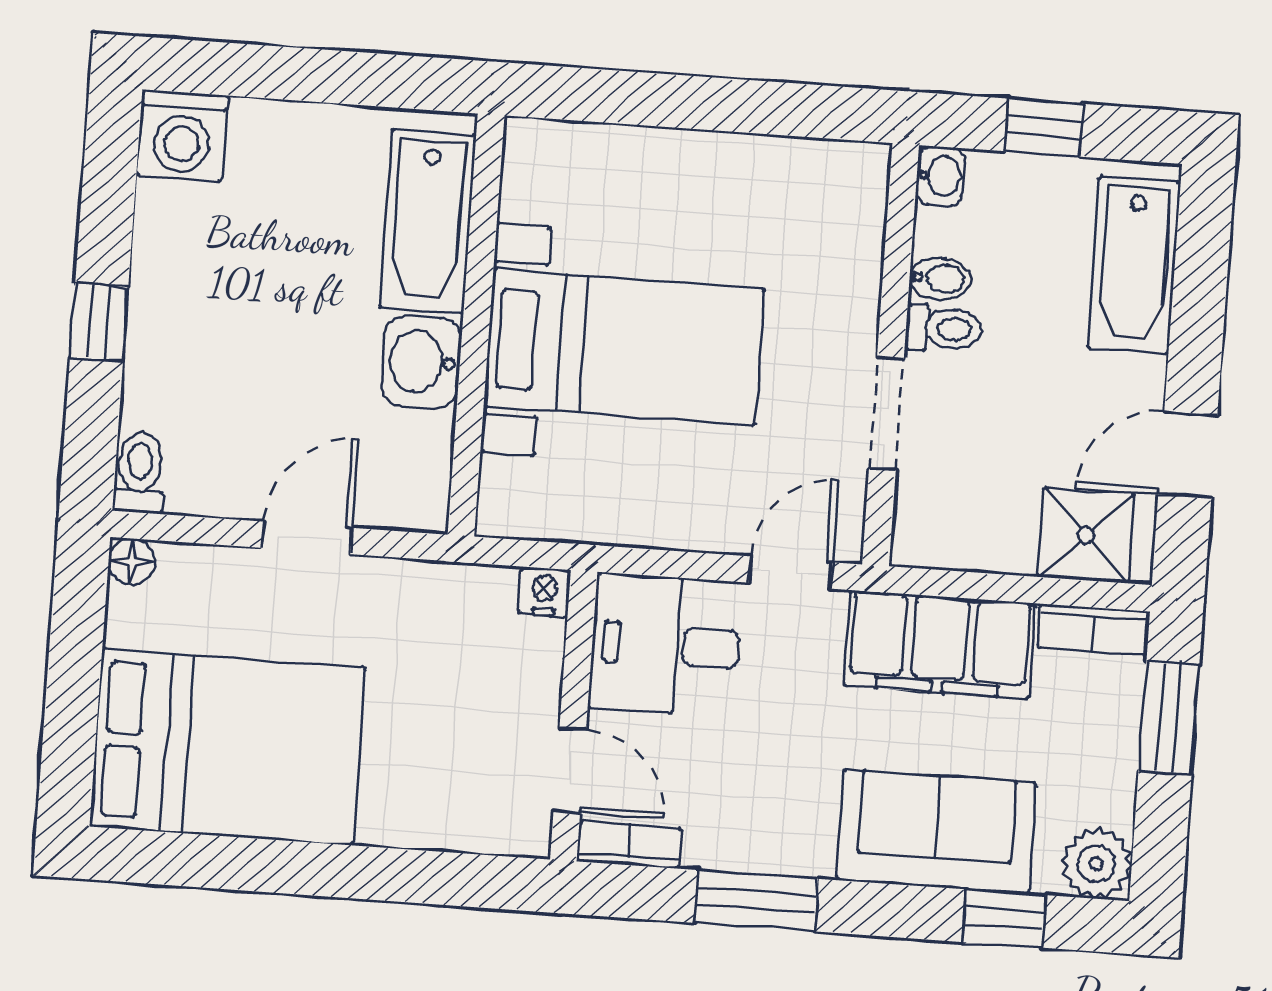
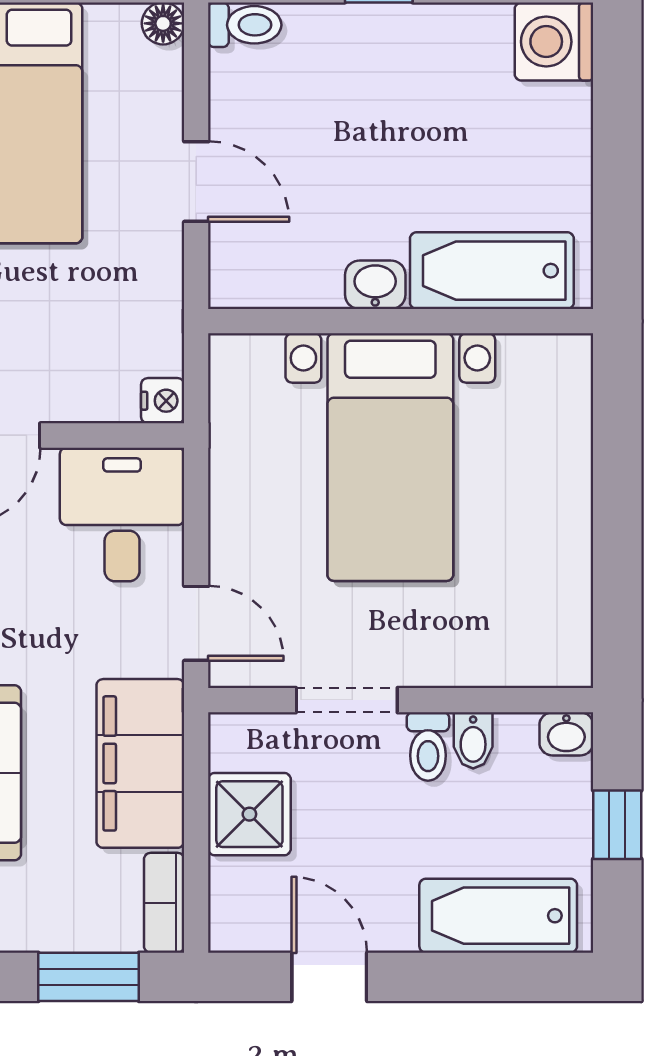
washbasin: (421, 362) -> (375, 285), width x0.72, depth x0.69
shower: (1086, 535) -> (249, 814), moved

